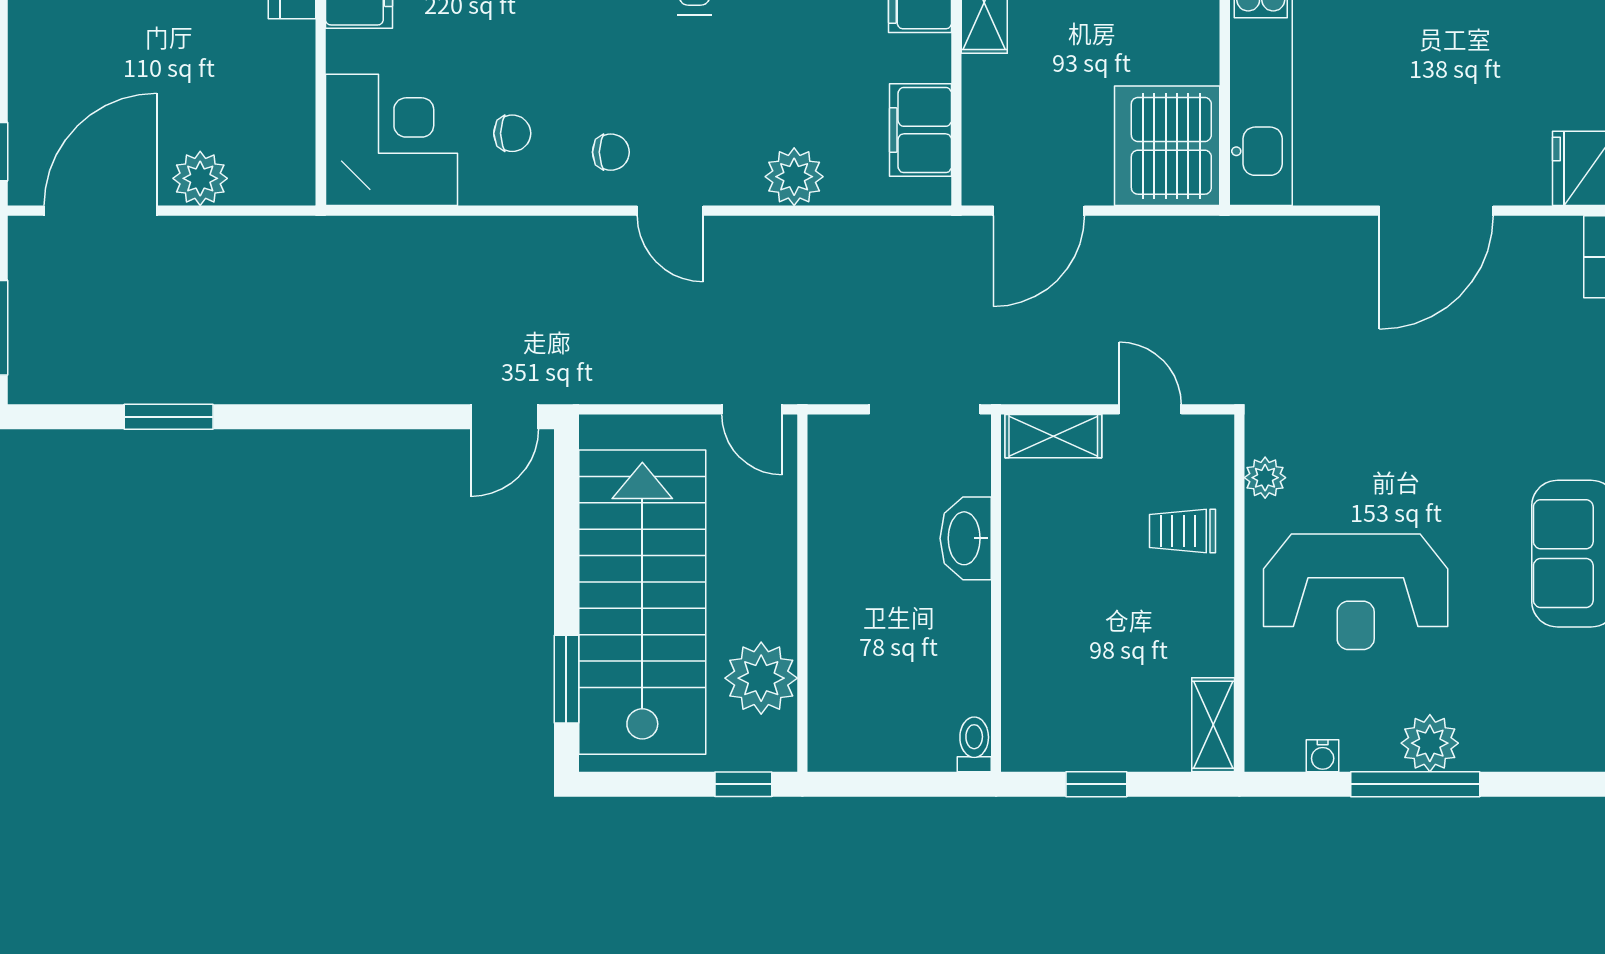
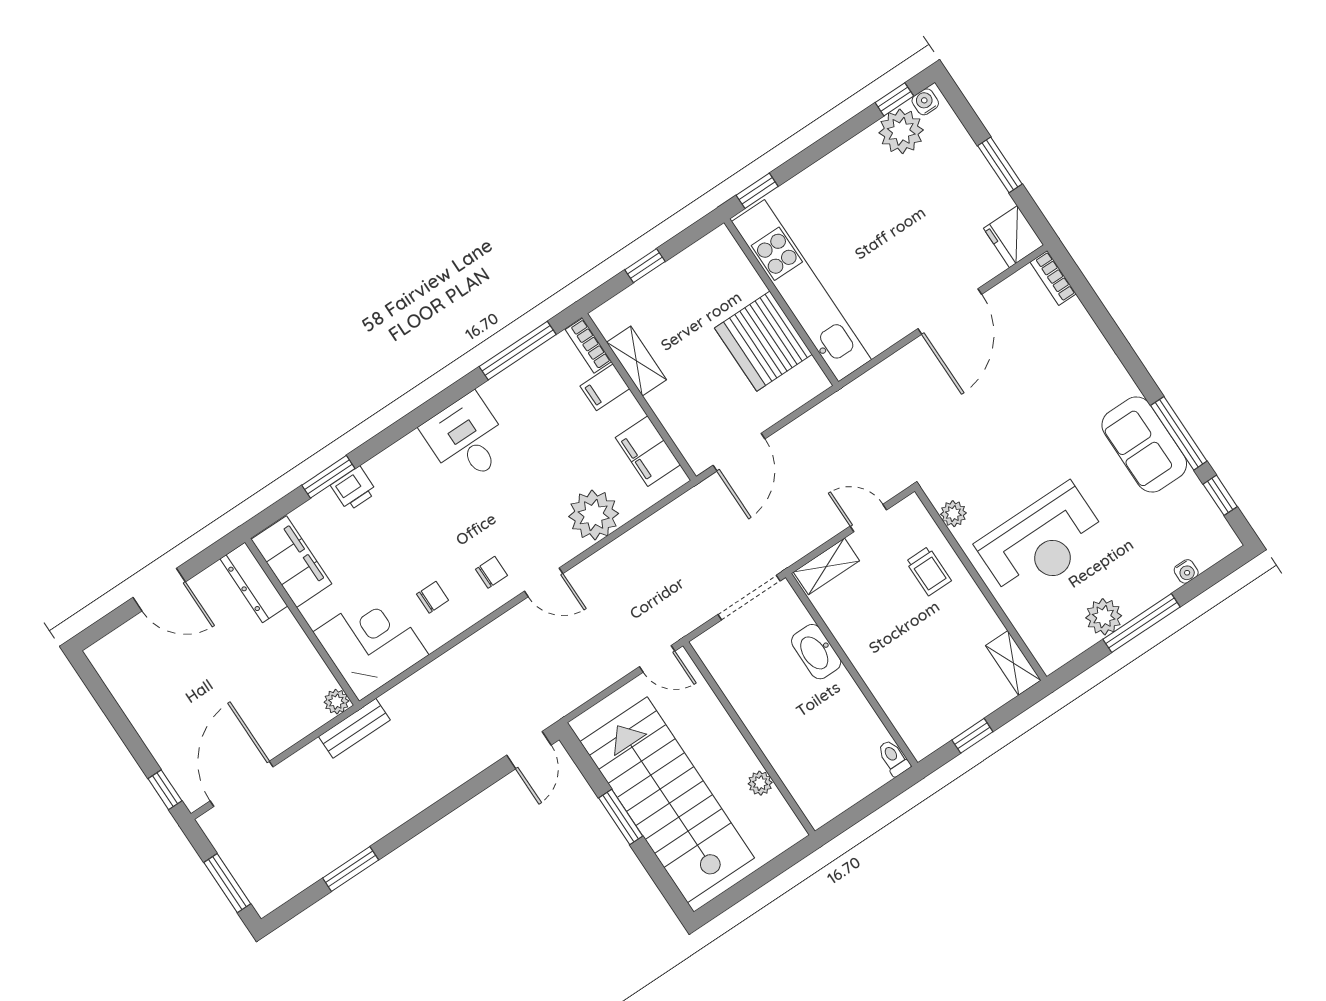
server rack: (1167, 146) -> (763, 341), moved
plant: (794, 177) -> (594, 515), width x1.36, depth x1.36
plant: (200, 178) -> (336, 702), moved, width x0.73, depth x0.73
bench: (296, 236) -> (354, 728), added
trolley: (1182, 531) -> (929, 571), turned -90
plant: (761, 678) -> (760, 783), width x0.53, depth x0.53
window: (566, 679) -> (621, 817), moved
plant: (1430, 743) -> (1104, 617), moved
water cooler: (1323, 756) -> (1186, 571), moved
window: (743, 784) -> (785, 861), removed

